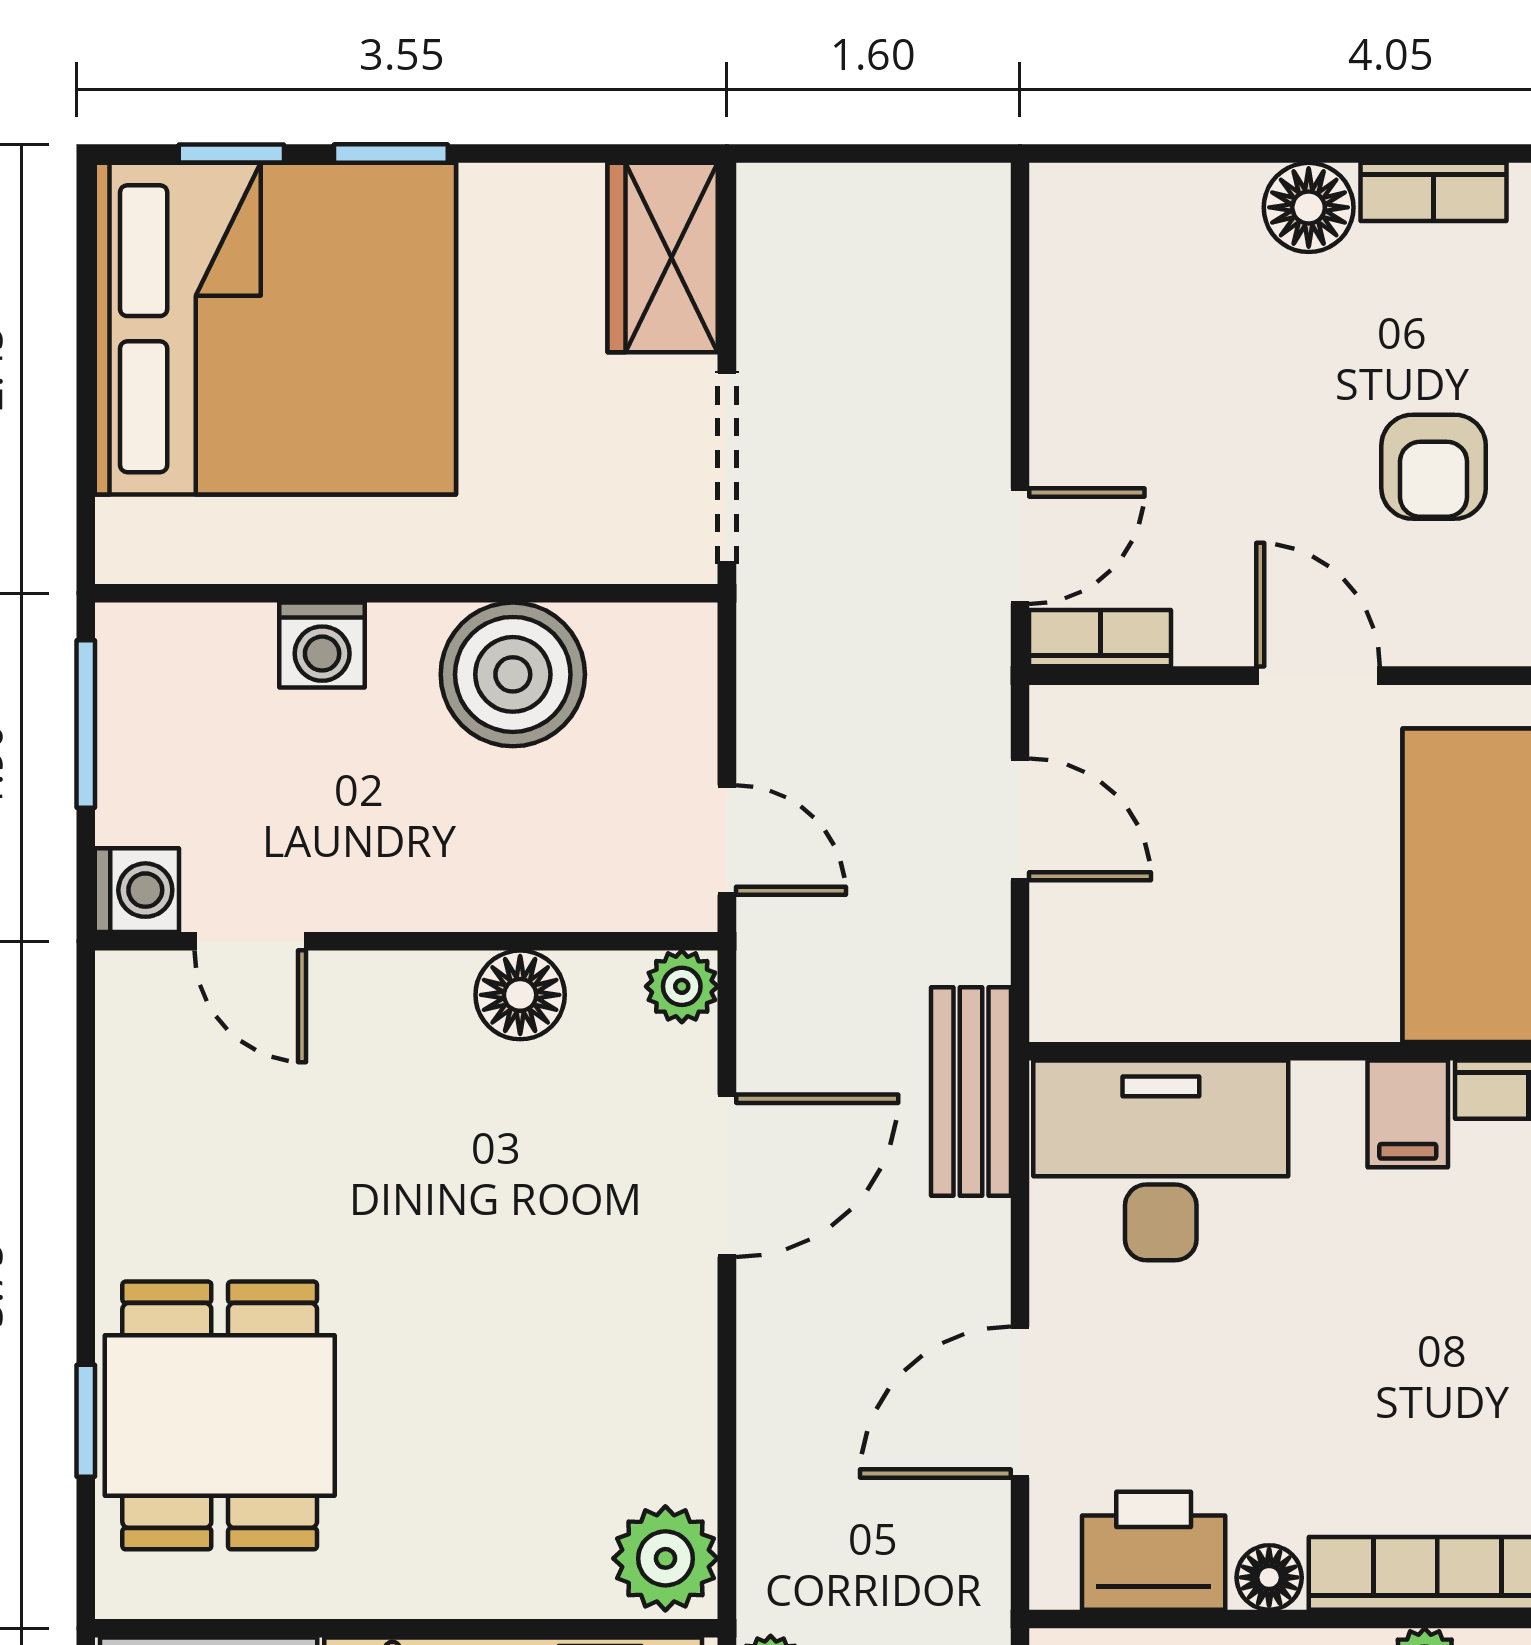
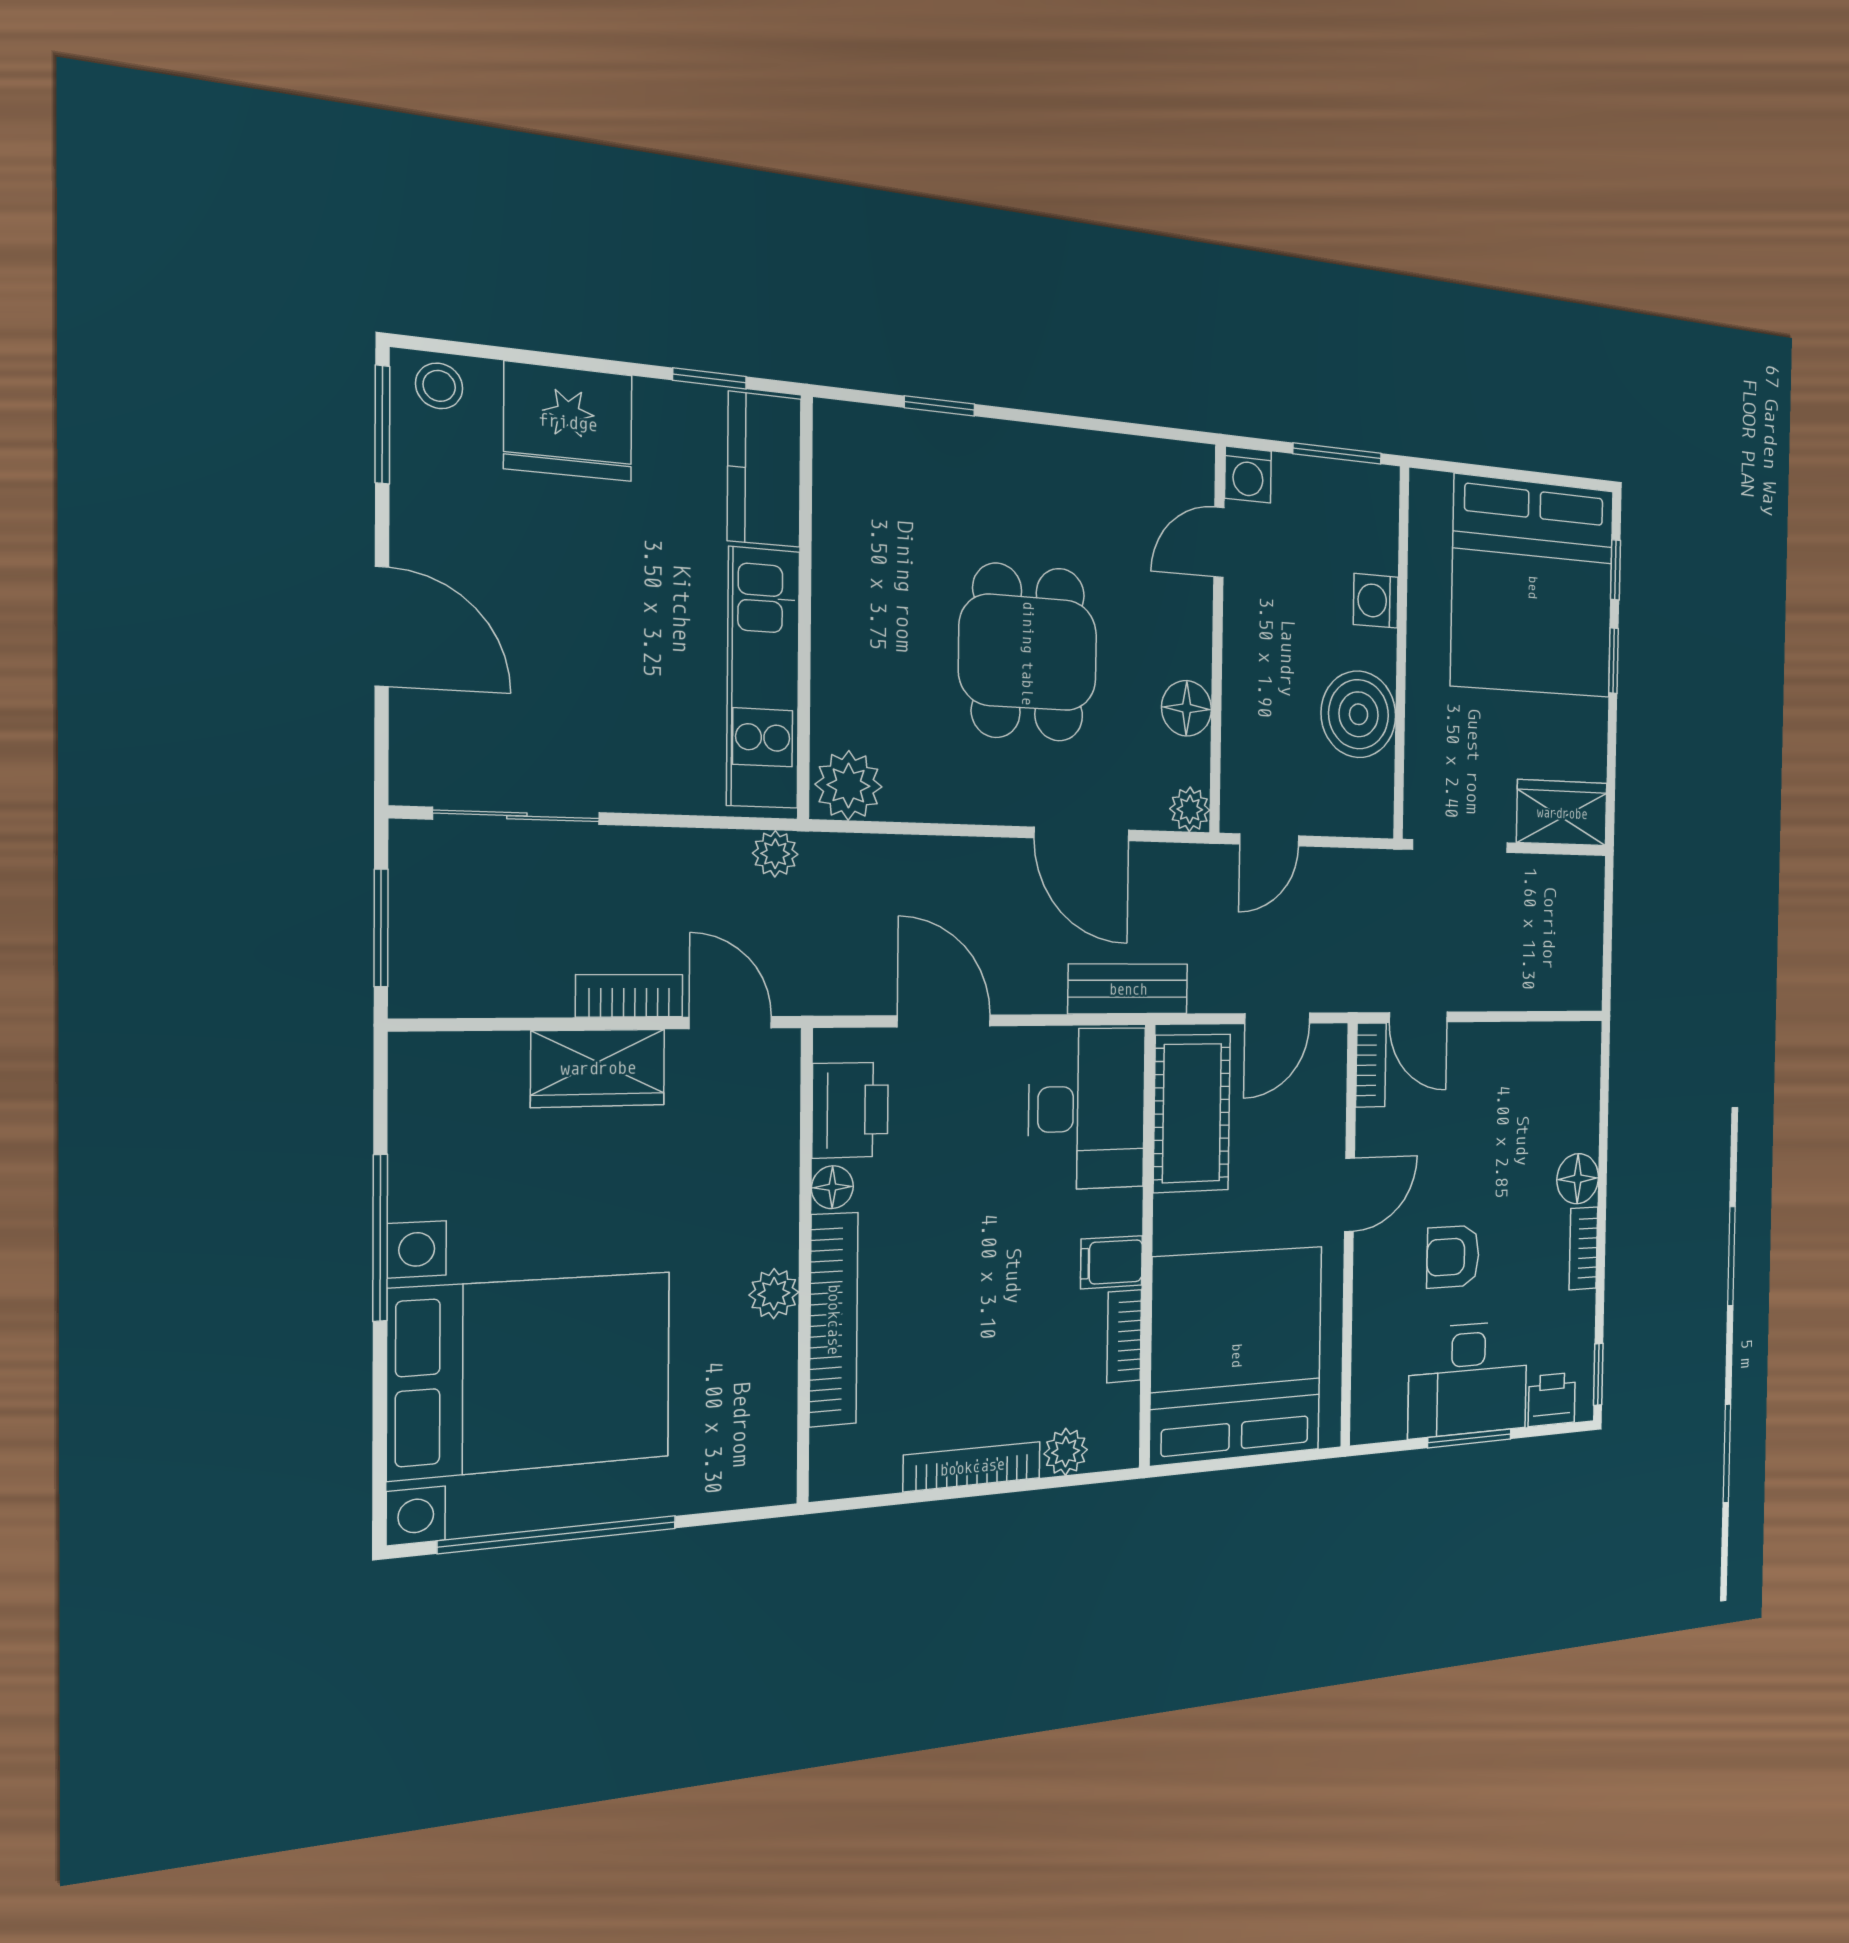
cot: (1173, 974) -> (1192, 1113), added
dining table: (220, 1415) -> (1028, 653), moved, turned 90

